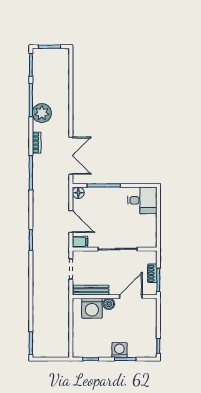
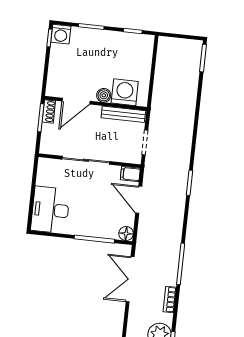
desk: (142, 200) -> (50, 210), width x1.37
shoe rack: (152, 273) -> (49, 111), moved
washing machine: (119, 350) -> (61, 34), moved

